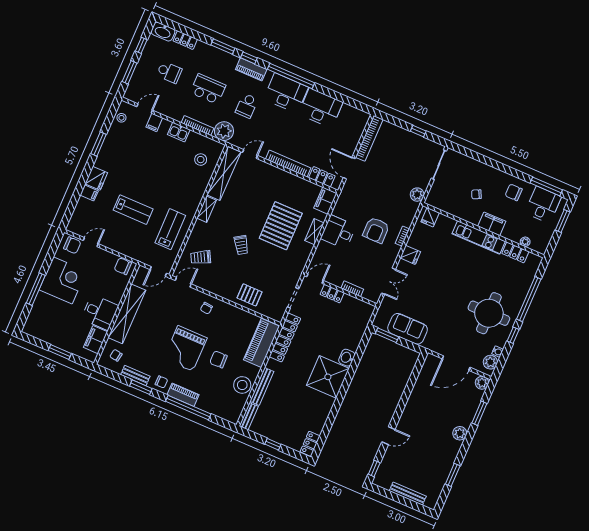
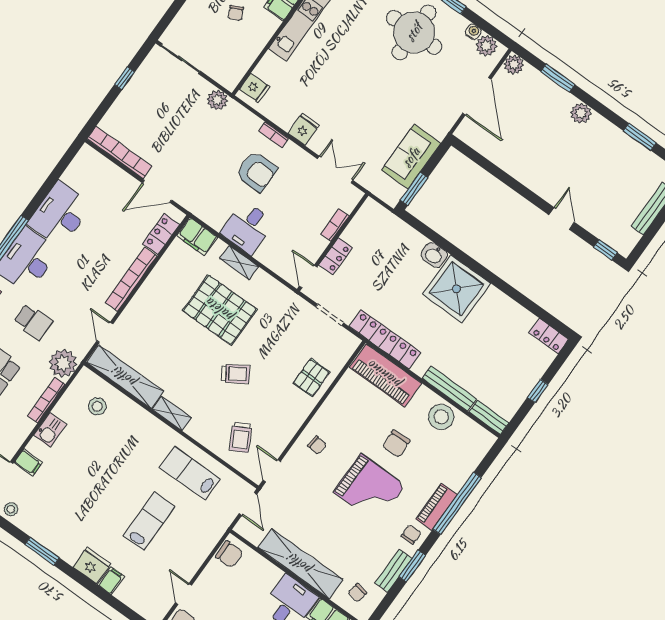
chair: (123, 266) -> (229, 554), turned -90

